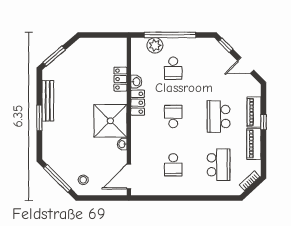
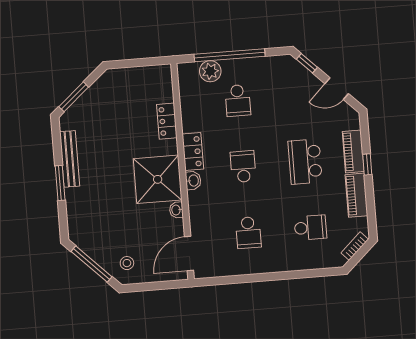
washbasin: (136, 82) -> (193, 181), moved
school desk: (219, 165) -> (310, 228), width x0.54

